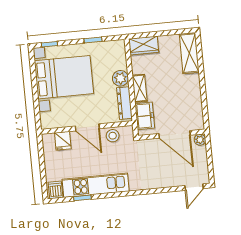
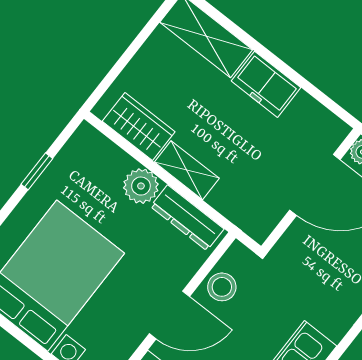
wardrobe: (144, 46) -> (139, 126), moved, turned -90
freezer: (145, 116) -> (266, 84), moved, turned 180

